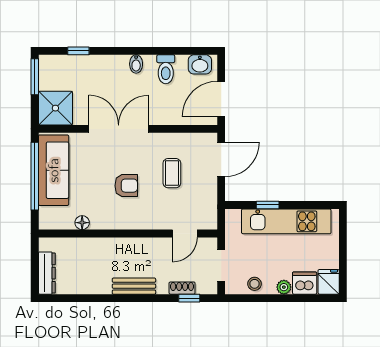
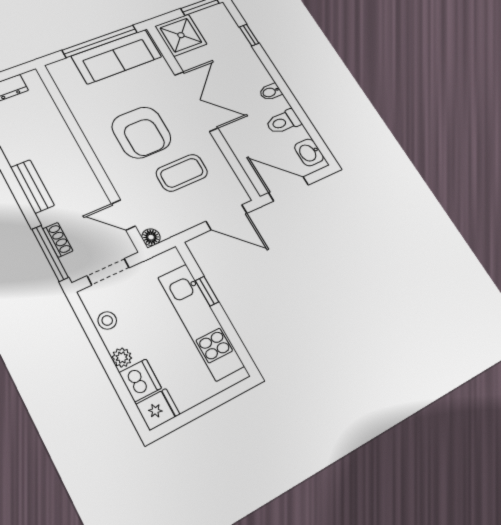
coffee table: (172, 173) -> (182, 173), width x1.36, depth x1.30
armchair: (126, 186) -> (141, 132), width x1.88, depth x1.88
floor lamp: (82, 223) -> (151, 237), moved
window: (189, 298) -> (50, 253), width x2.17

